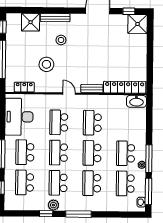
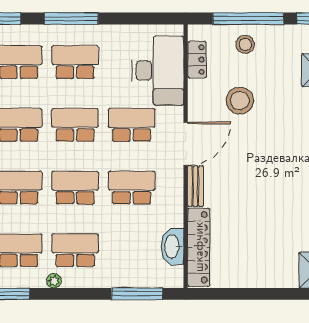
stool: (61, 40) -> (245, 44), moved
door: (69, 94) -> (186, 144), width x1.87
washbasin: (136, 101) -> (172, 246), moved
desk: (19, 117) -> (158, 71), moved, turned 90
window: (149, 159) -> (137, 294), moved

